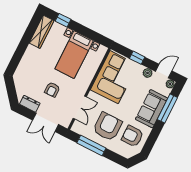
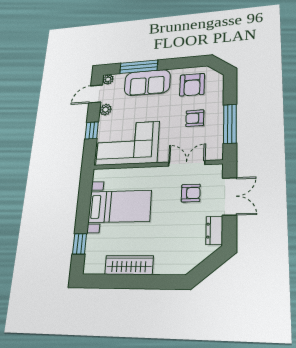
wardrobe: (42, 32) -> (129, 265), moved
door: (164, 71) -> (96, 94), hinge flipped
armchair: (52, 90) -> (191, 193), moved
armchair: (107, 127) -> (195, 118), width x0.53, depth x0.53

